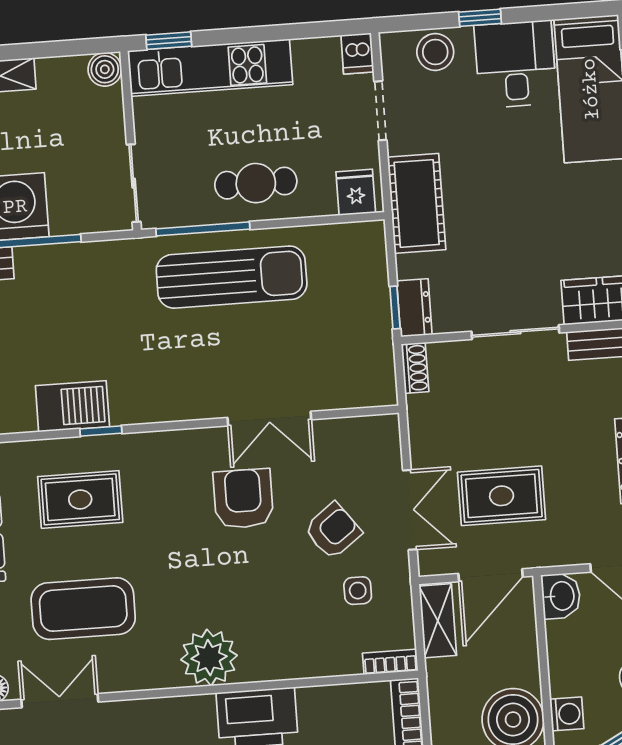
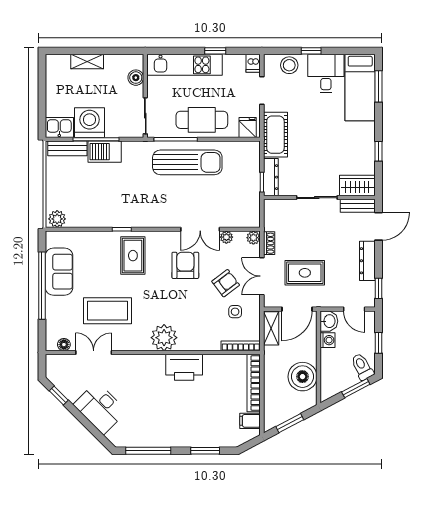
window: (169, 41) -> (215, 51), moved
boiler: (105, 69) -> (136, 78), moved
cafe table: (256, 183) -> (202, 120), width x1.37, depth x1.35
dresser: (414, 308) -> (271, 177), width x1.44
shoe rack: (415, 368) -> (269, 243), moved
barbecue: (72, 406) -> (105, 152), moved, turned 180
plant: (385, 428) -> (253, 238), added
plant: (327, 432) -> (226, 237), added
rug: (80, 499) -> (133, 256), moved, turned 90
double door: (410, 510) -> (262, 276), swing flipped
bookcase: (390, 662) -> (241, 346), width x1.56
washing machine: (567, 714) -> (328, 340), moved

